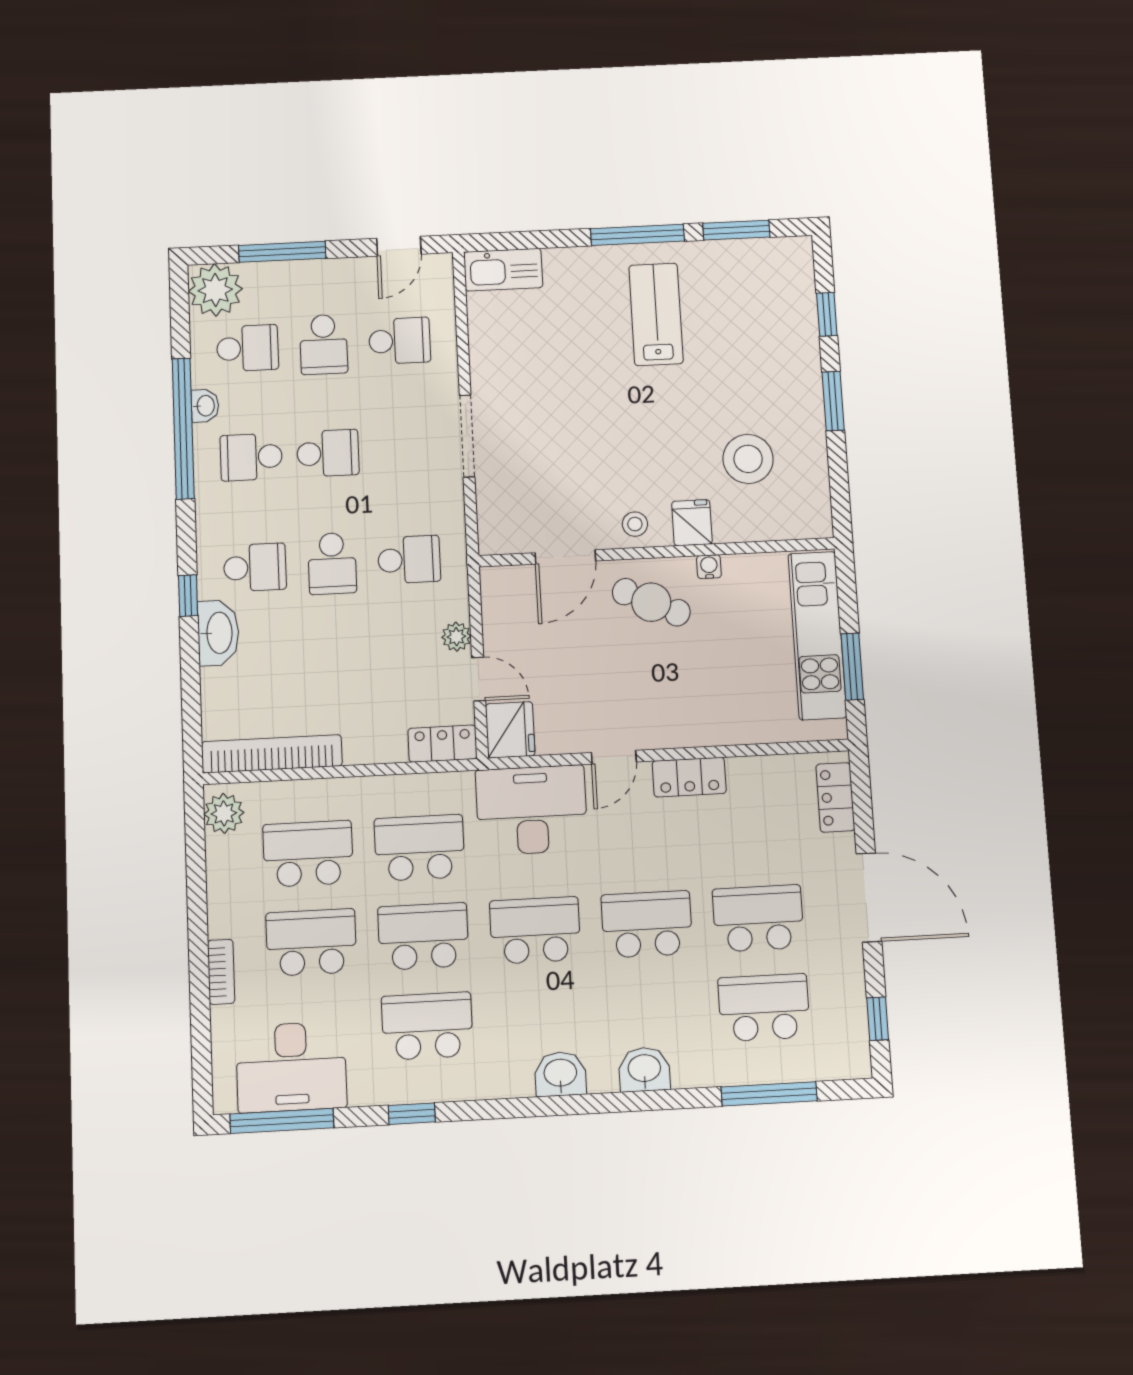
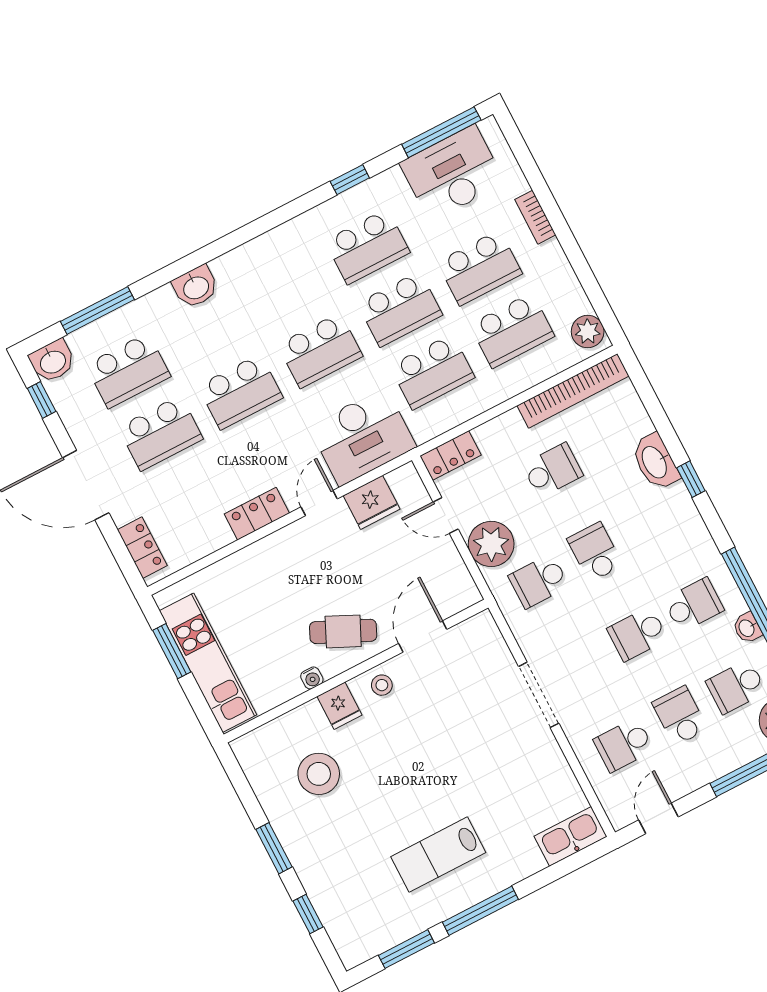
lab bench: (656, 314) -> (438, 855), turned 90
school desk: (255, 567) -> (553, 470), moved, turned 180
plant: (456, 637) -> (491, 544), width x1.87, depth x1.87
fridge: (510, 730) -> (372, 502), moved, turned -90
washbasin: (560, 1074) -> (52, 361), moved

